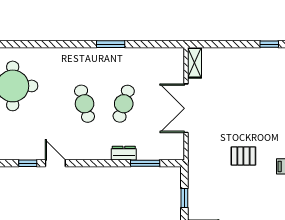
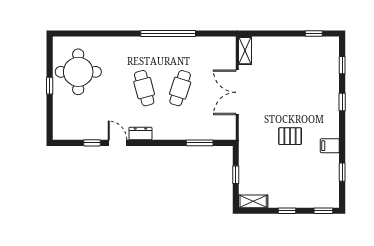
window: (111, 44) -> (168, 33), width x2.11
dresser: (124, 153) -> (140, 133), moved

